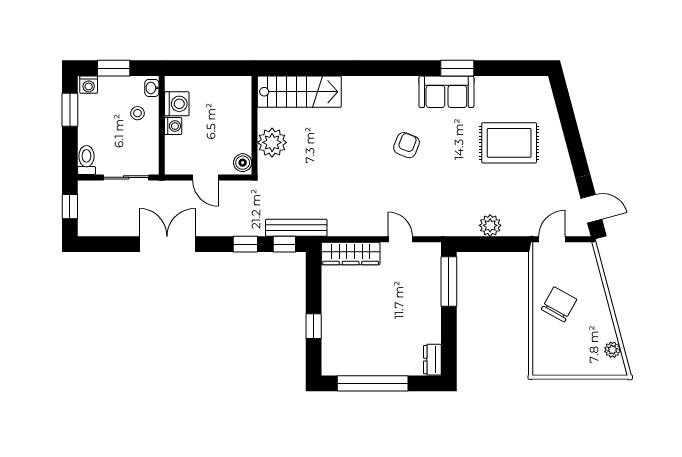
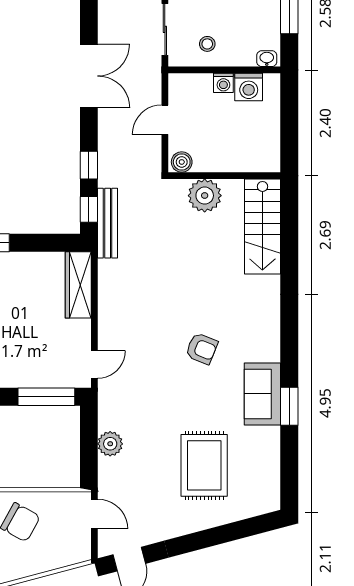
stool: (137, 113) -> (207, 44), moved
door: (400, 239) -> (94, 364), moved

